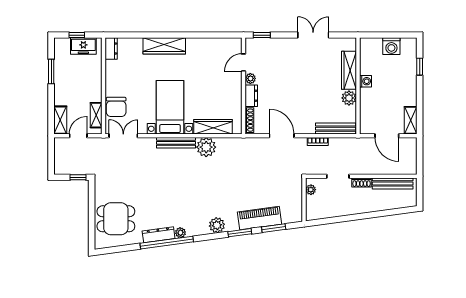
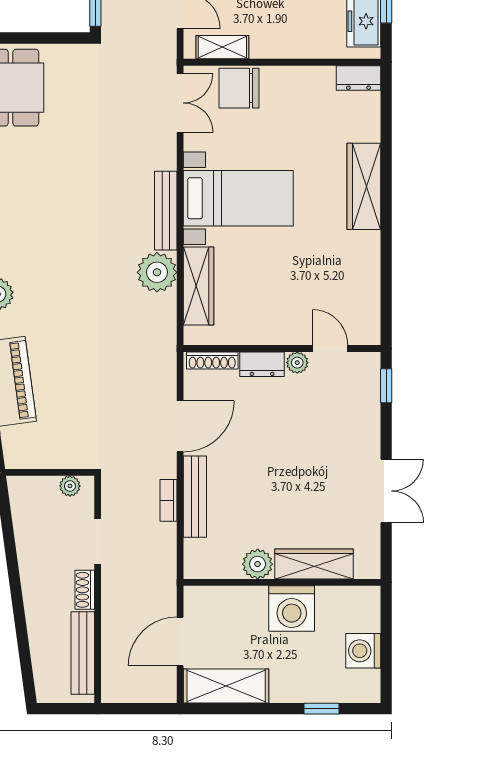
washing machine: (365, 81) -> (292, 609), width x1.89, depth x1.89
shelving: (411, 120) -> (226, 686), width x1.50, depth x1.33
bench: (336, 129) -> (195, 497), moved

